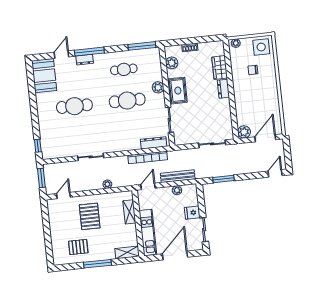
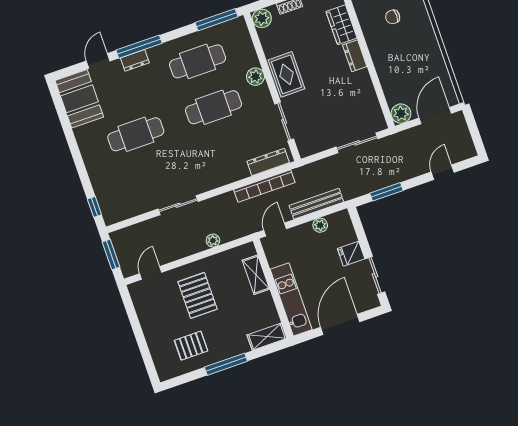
plant: (172, 63) -> (262, 18), moved
cafe table: (124, 69) -> (198, 61), width x1.37, depth x1.35
door: (275, 173) -> (443, 172), moved

